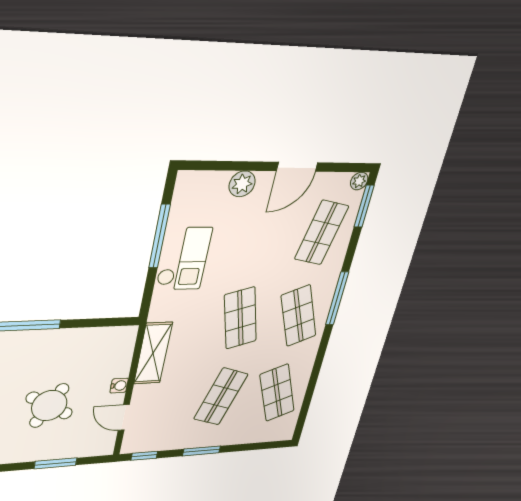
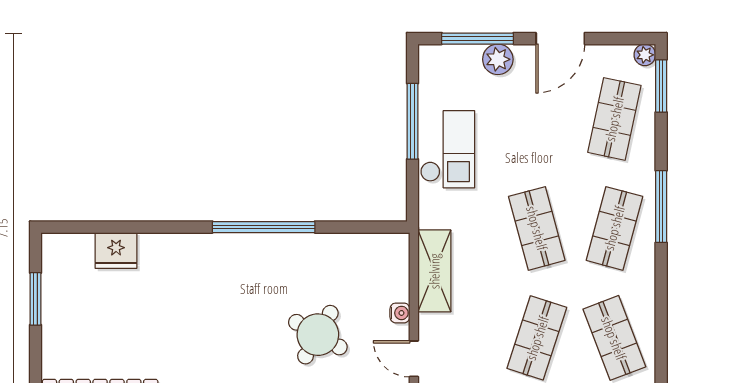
window: (229, 166) -> (478, 39), added
shop shelf: (298, 316) -> (614, 228), turned 36

